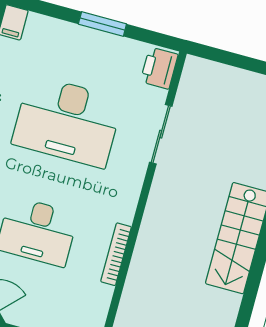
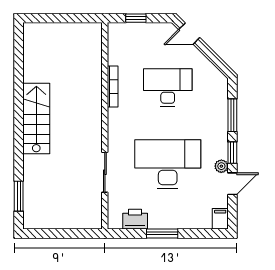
printer: (159, 68) -> (135, 219), moved, turned -90

